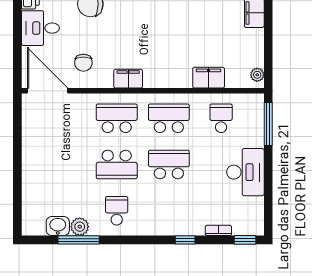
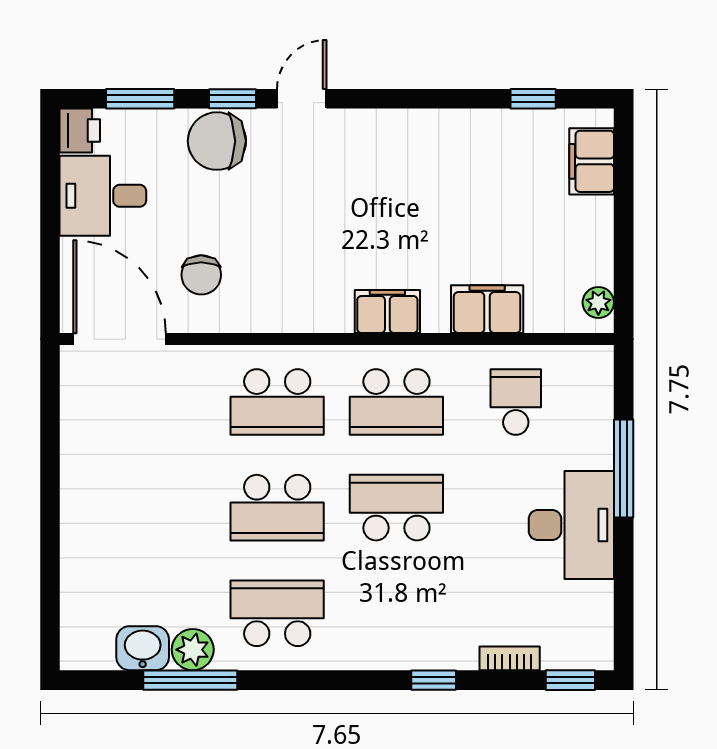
filing cabinet: (128, 79) -> (387, 311), moved
school desk: (117, 118) -> (277, 402), turned 180
school desk: (169, 118) -> (396, 402), turned 180
window: (268, 124) -> (624, 469), moved
school desk: (117, 211) -> (277, 613), width x1.85

